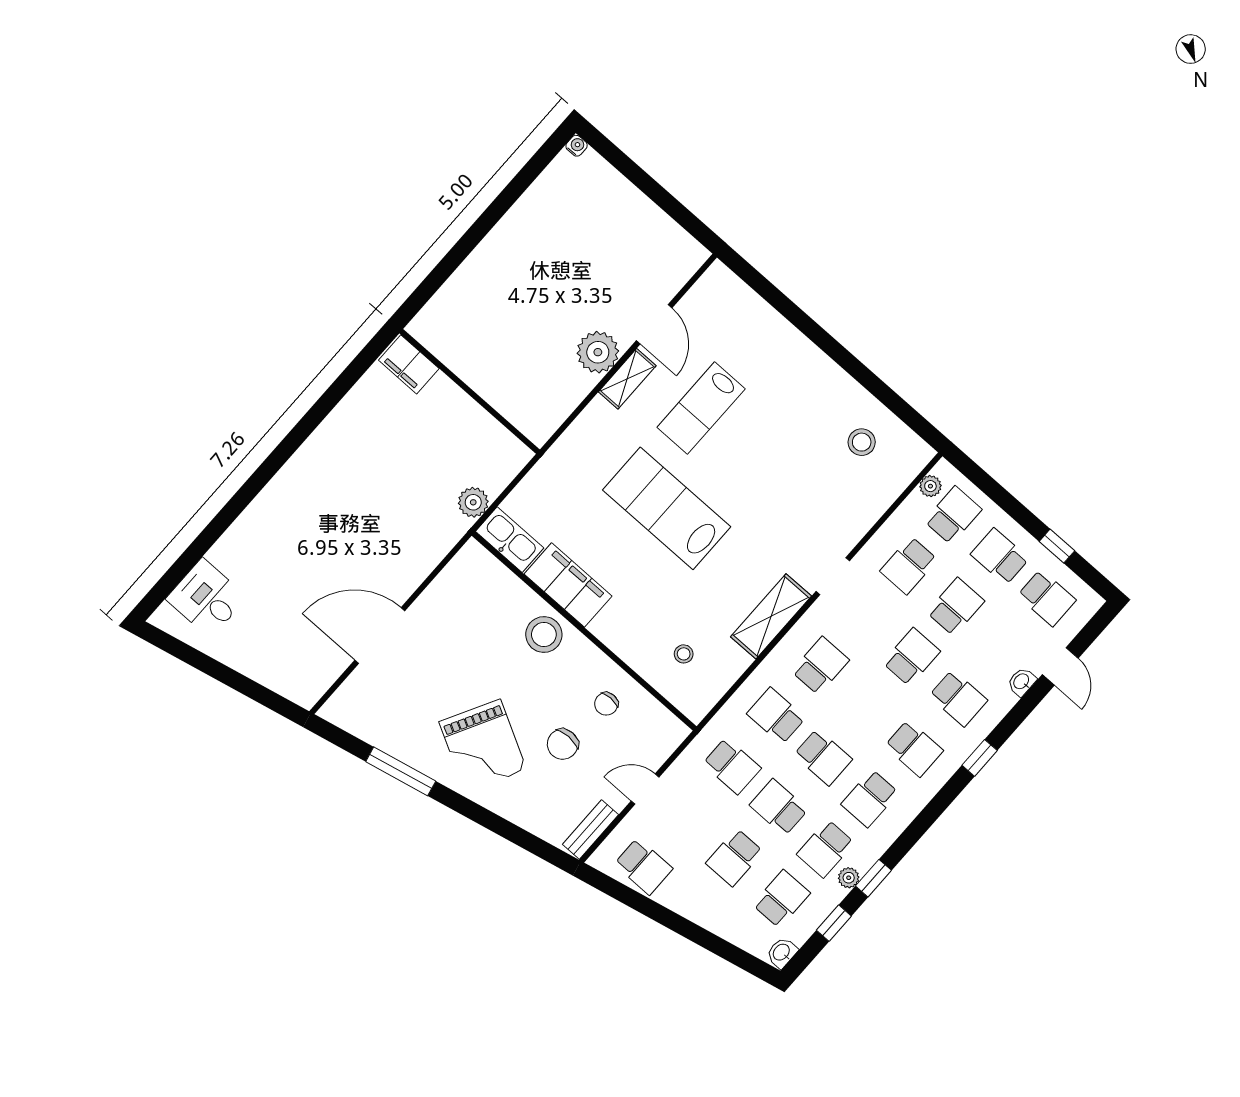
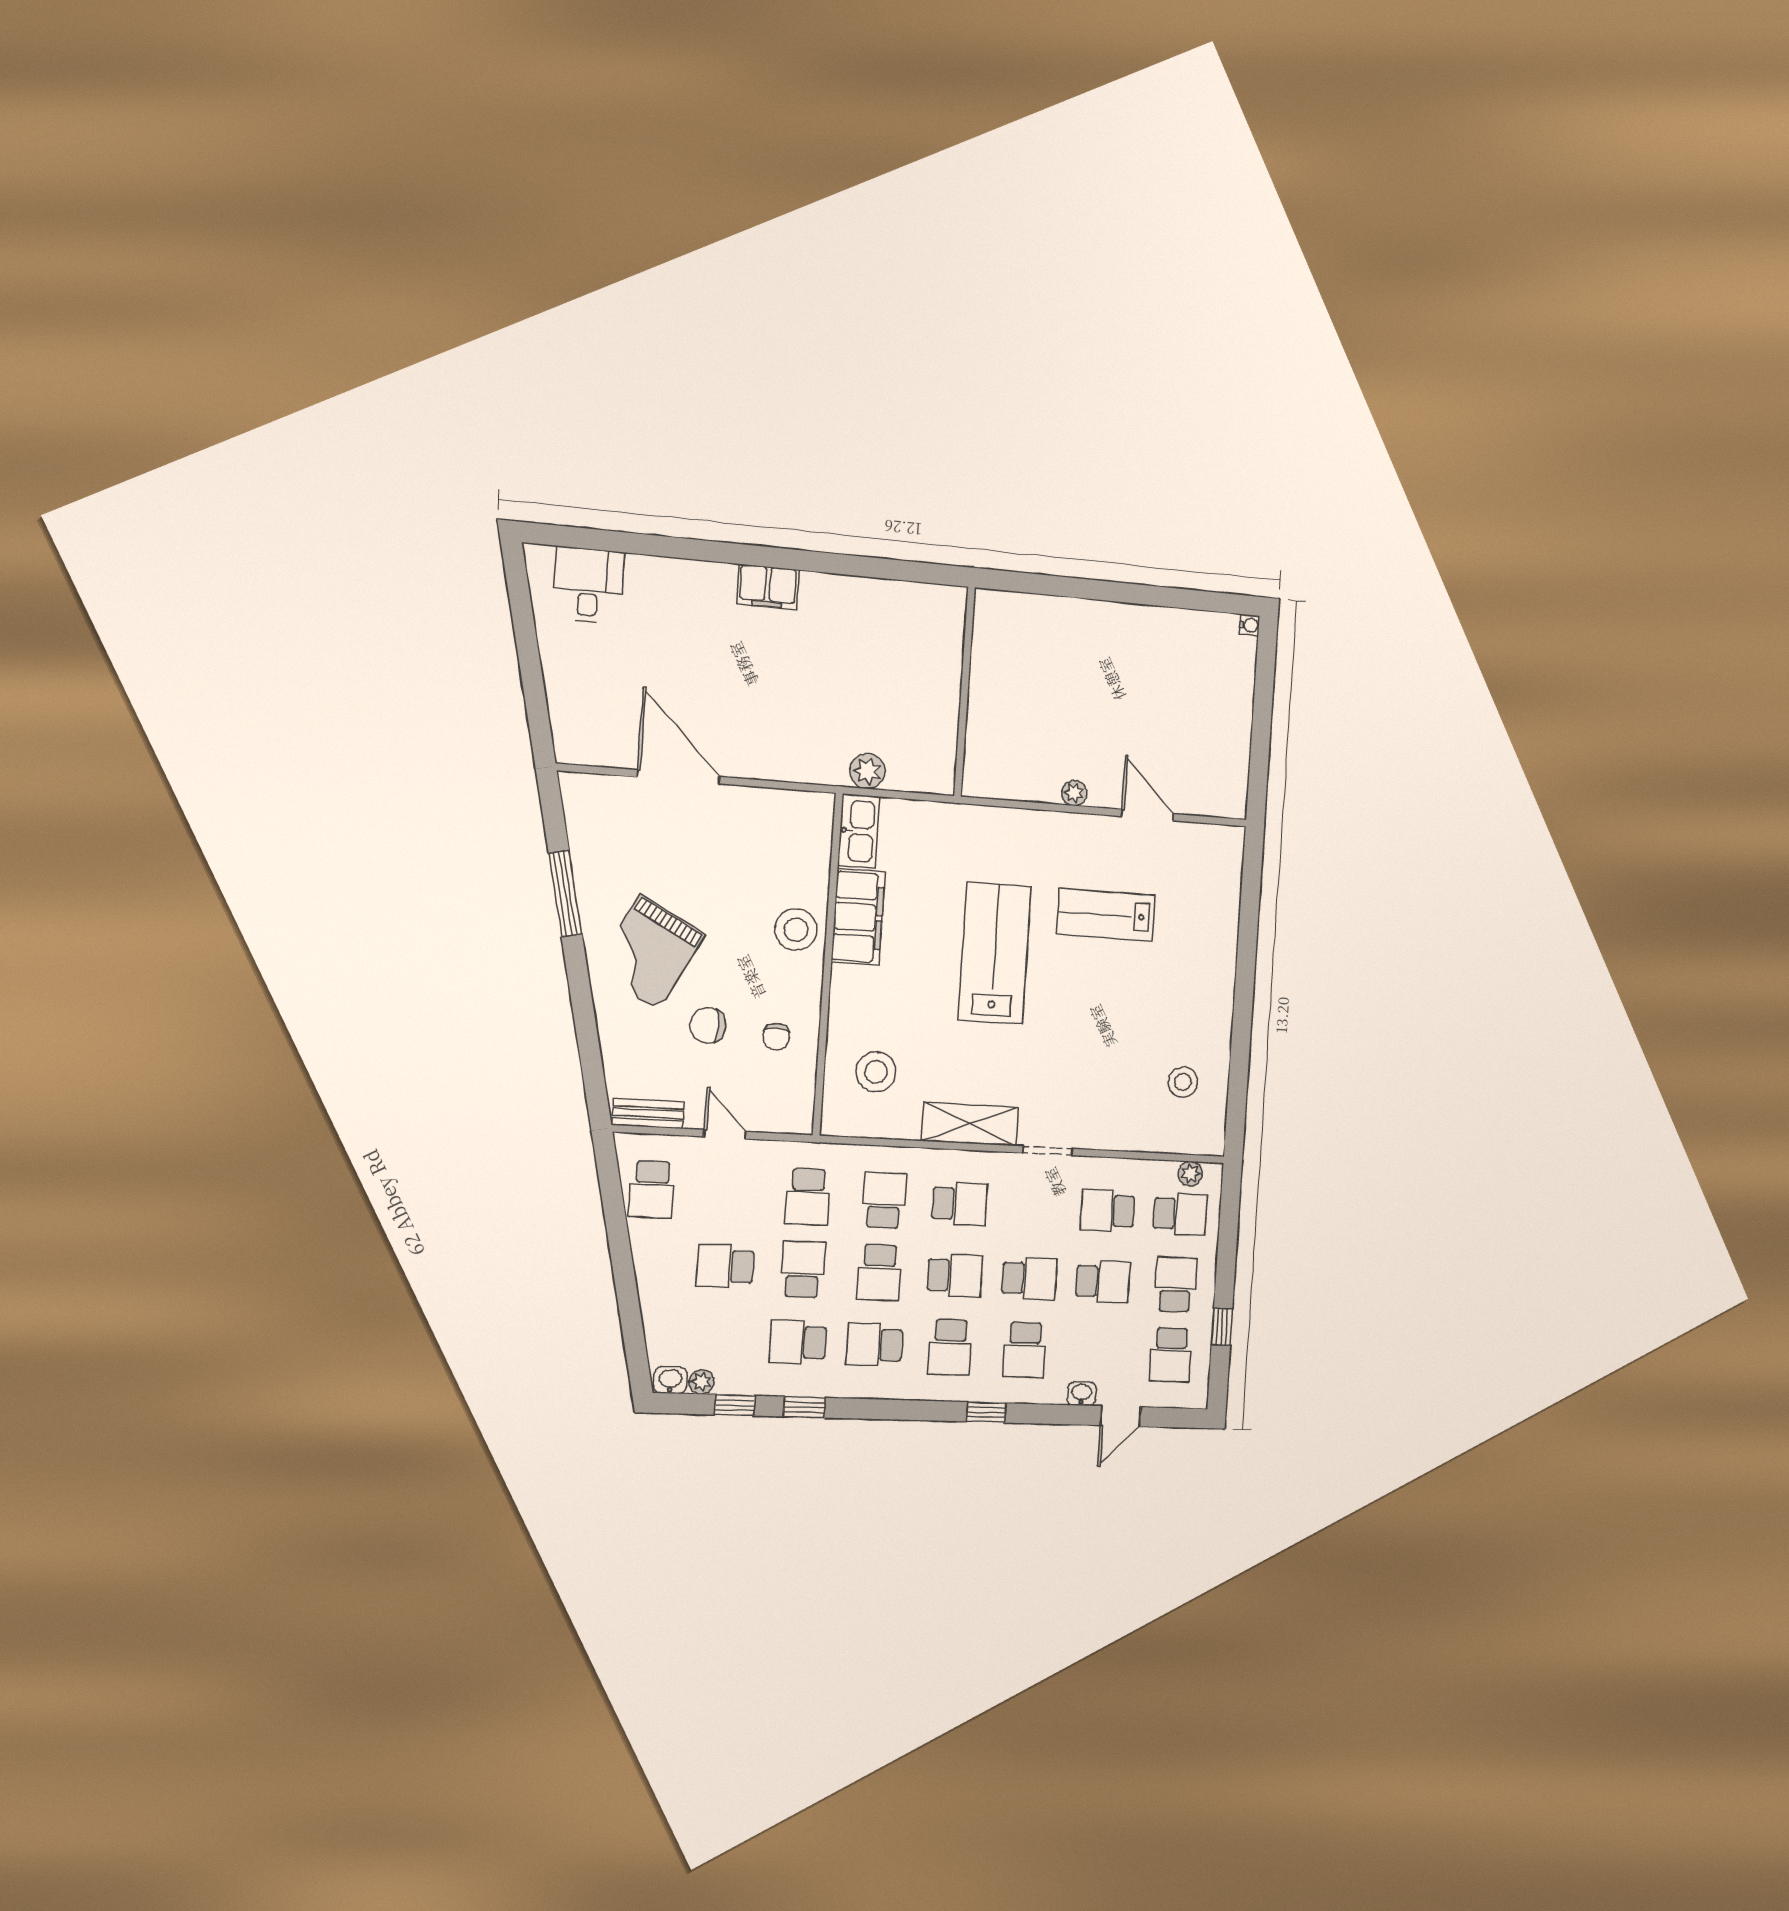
door: (654, 324) -> (1148, 815), swing flipped
plant: (598, 352) -> (1074, 793), width x0.53, depth x0.53
filing cabinet: (409, 364) -> (768, 587), moved, turned -90
shelving: (627, 379) -> (1082, 828), removed
stool: (684, 654) -> (876, 1072), width x1.89, depth x1.89
chair: (606, 704) -> (776, 1037), turned -90
plant: (849, 878) -> (702, 1382), moved
school desk: (781, 899) -> (955, 1276), moved

